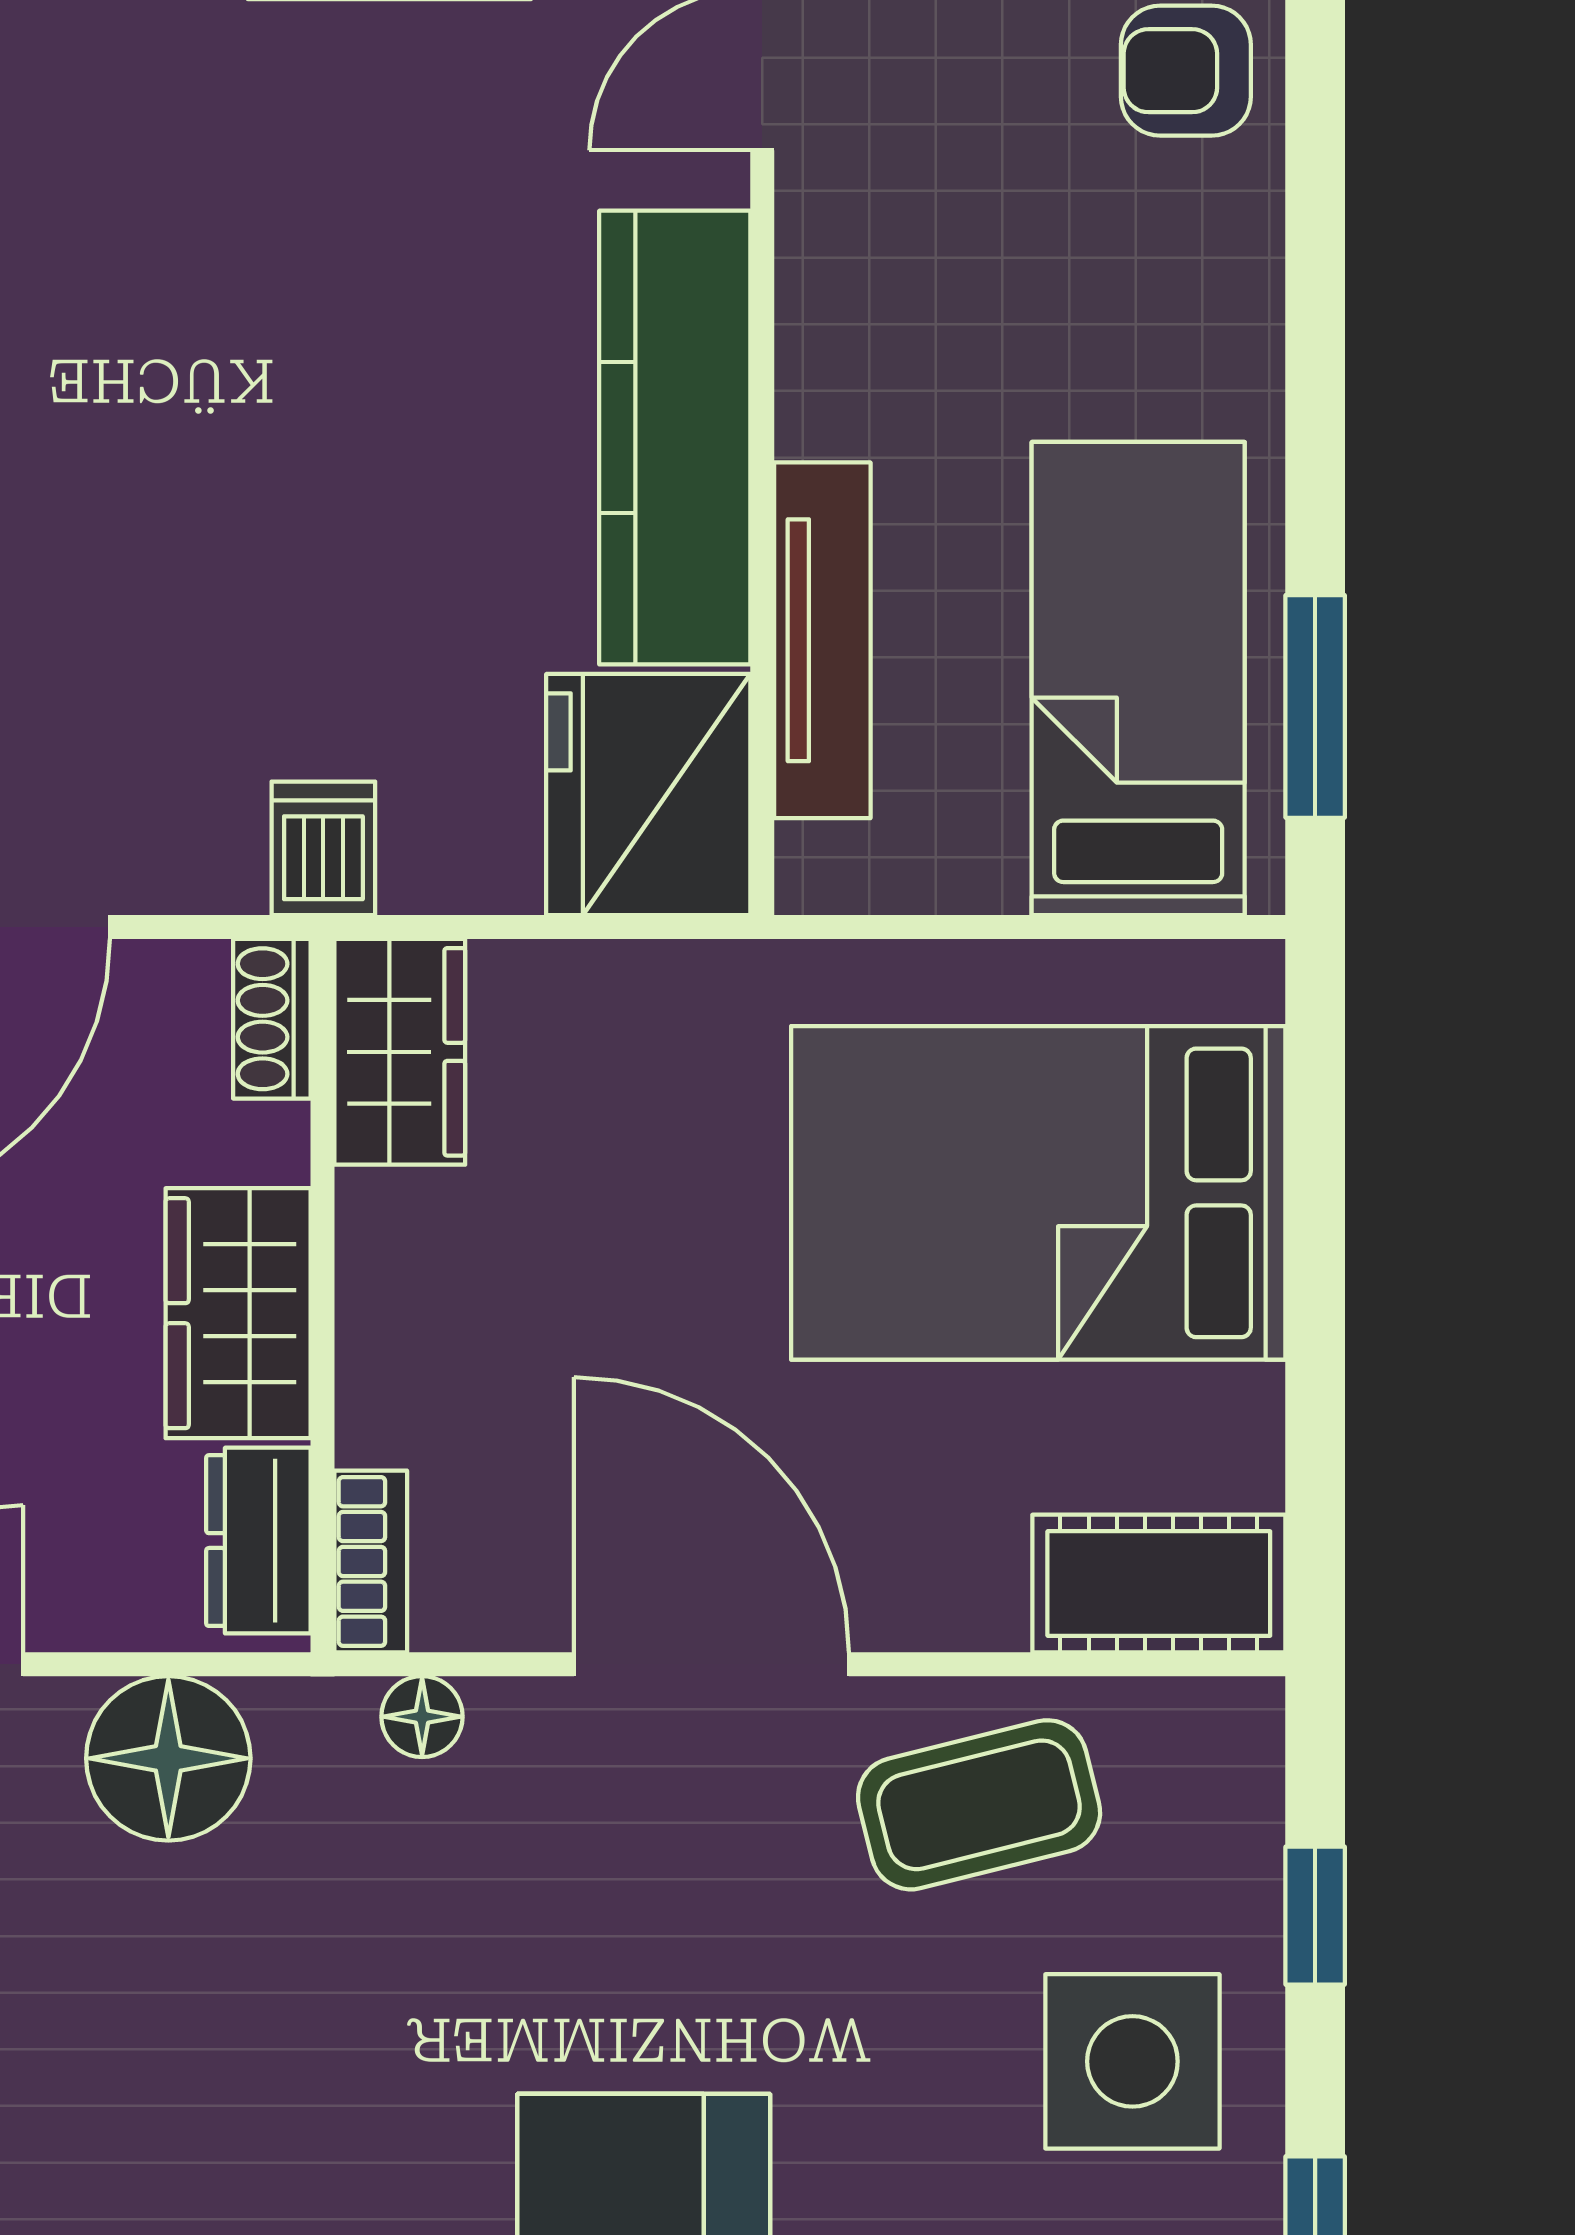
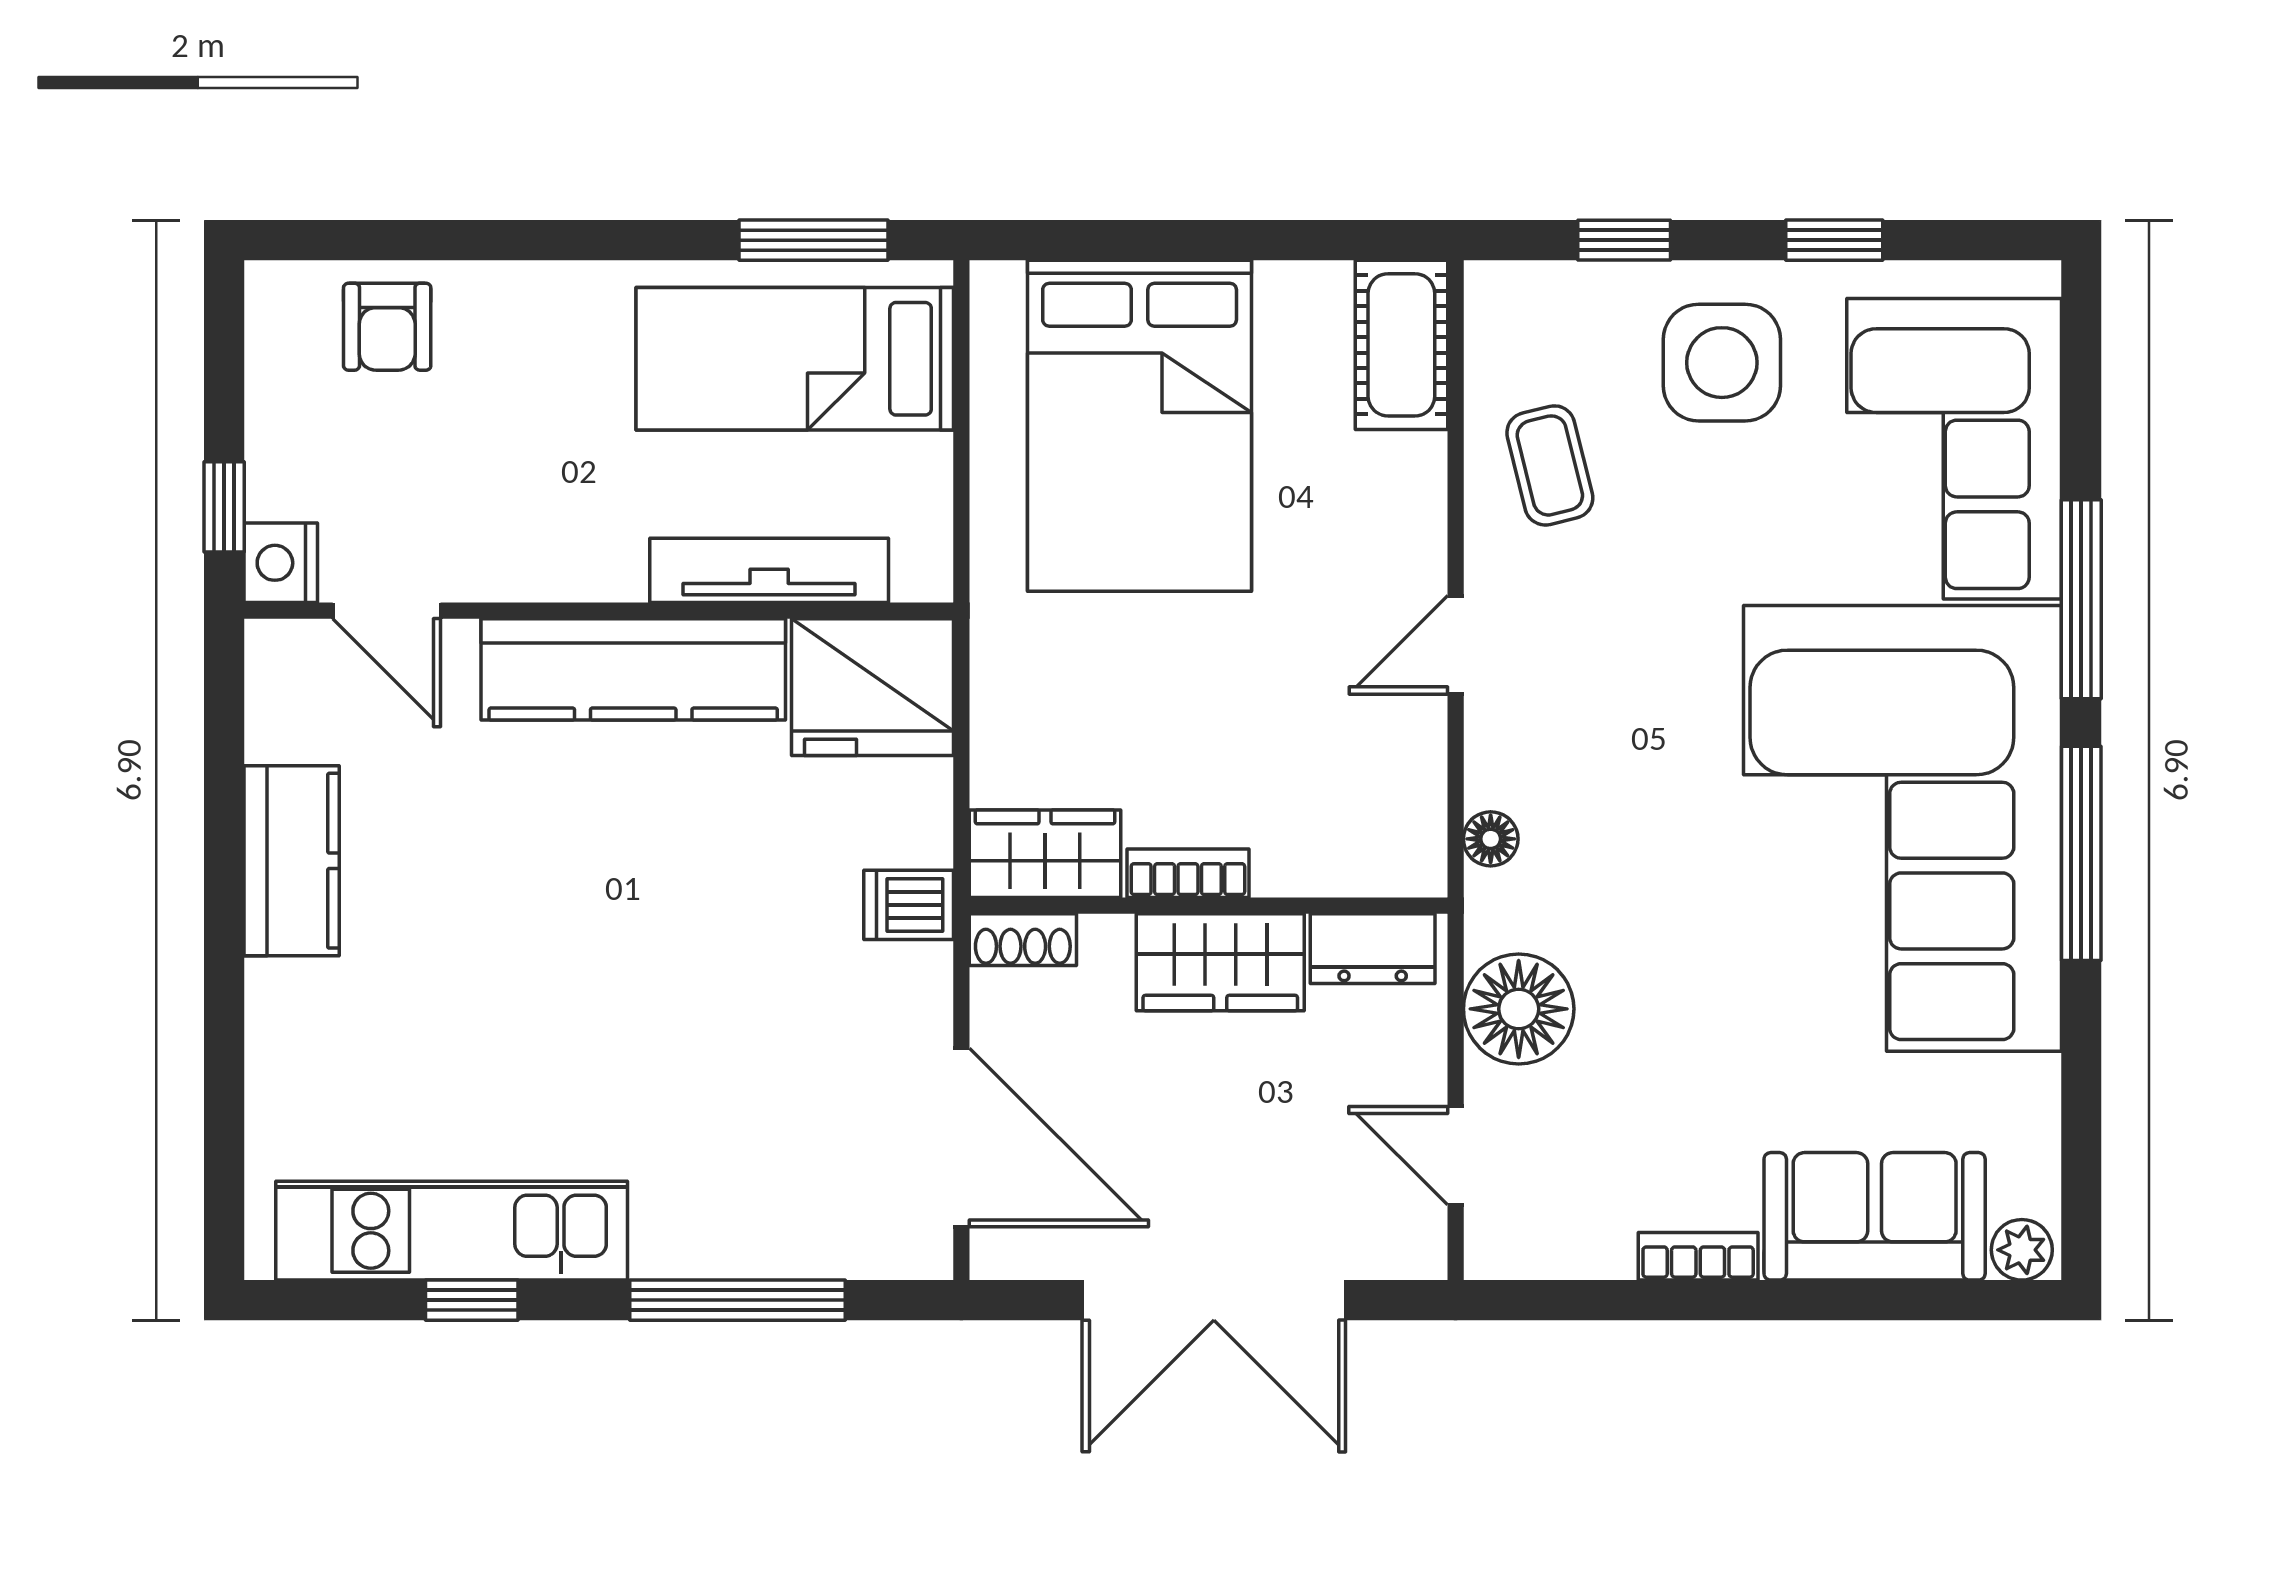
bookcase: (371, 1561) -> (1188, 873), moved
door: (711, 1664) -> (1456, 645), width x0.53
coffee table: (979, 1805) -> (1550, 465), width x0.73, depth x0.77

